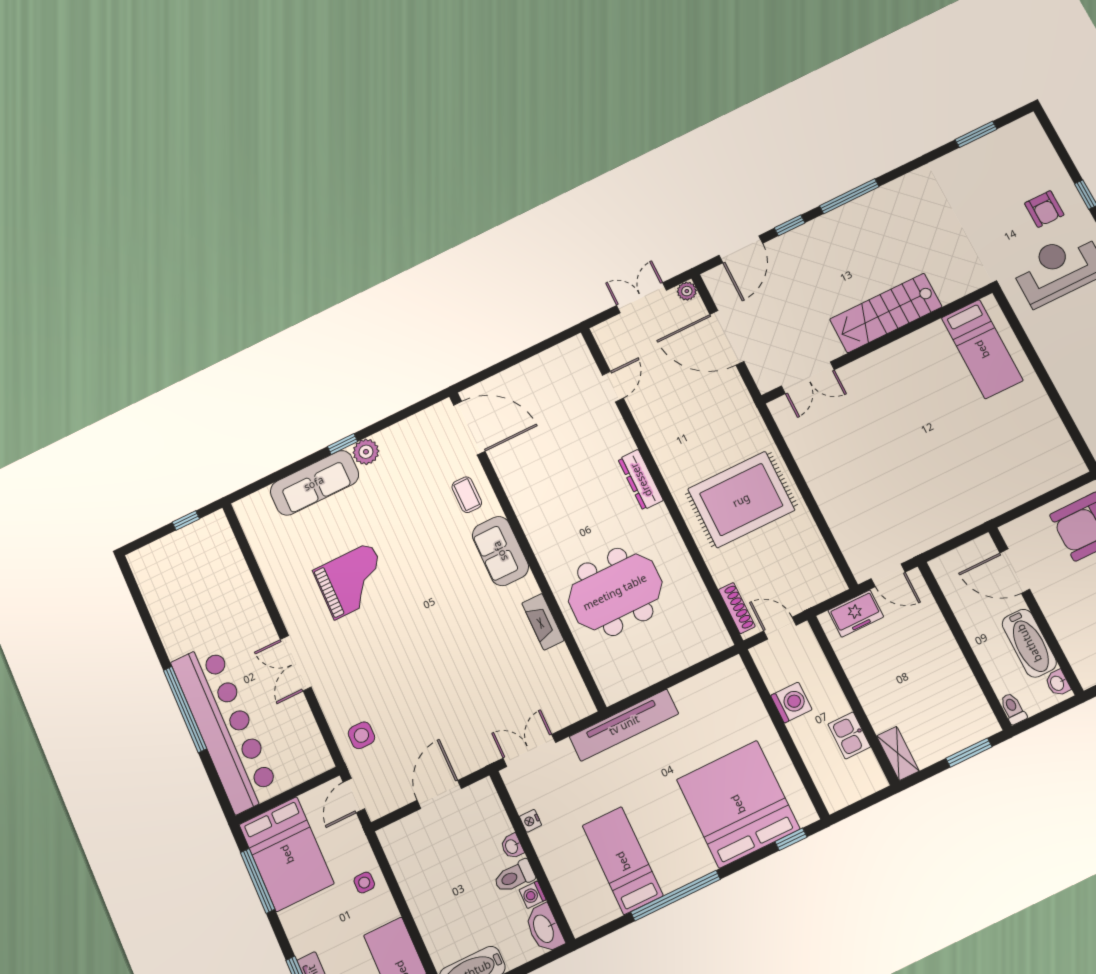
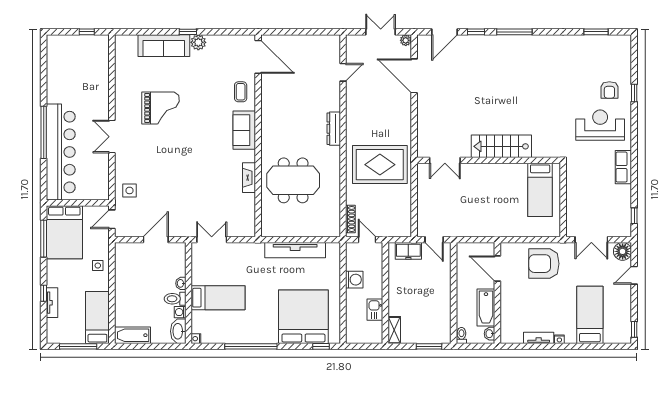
stairs: (886, 313) -> (501, 146), moved
wall: (877, 344) -> (489, 160), moved
bed: (982, 349) -> (540, 190), moved
double door: (808, 378) -> (445, 160), moved
tv unit: (624, 725) -> (295, 250), moved
nightstand: (530, 821) -> (196, 339), moved
bed: (623, 861) -> (218, 298), moved, turned 90

